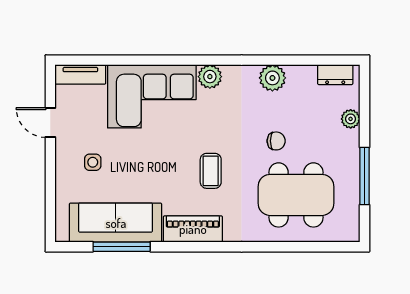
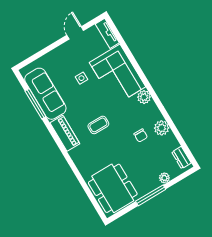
chair: (276, 141) -> (141, 136), moved
side table: (93, 162) -> (81, 78), moved
window: (364, 176) -> (151, 195), moved
dining table: (296, 195) -> (113, 188), moved

